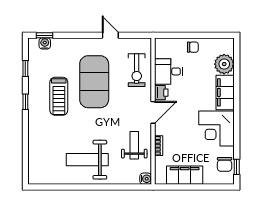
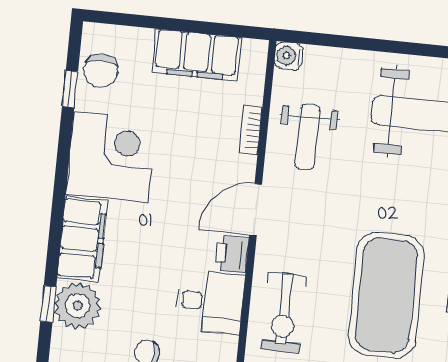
window: (237, 63) -> (48, 304), added
exercise bike: (137, 70) -> (284, 312), turned 180
chair: (225, 164) -> (101, 71), turned 180
window: (237, 167) -> (70, 89), moved

